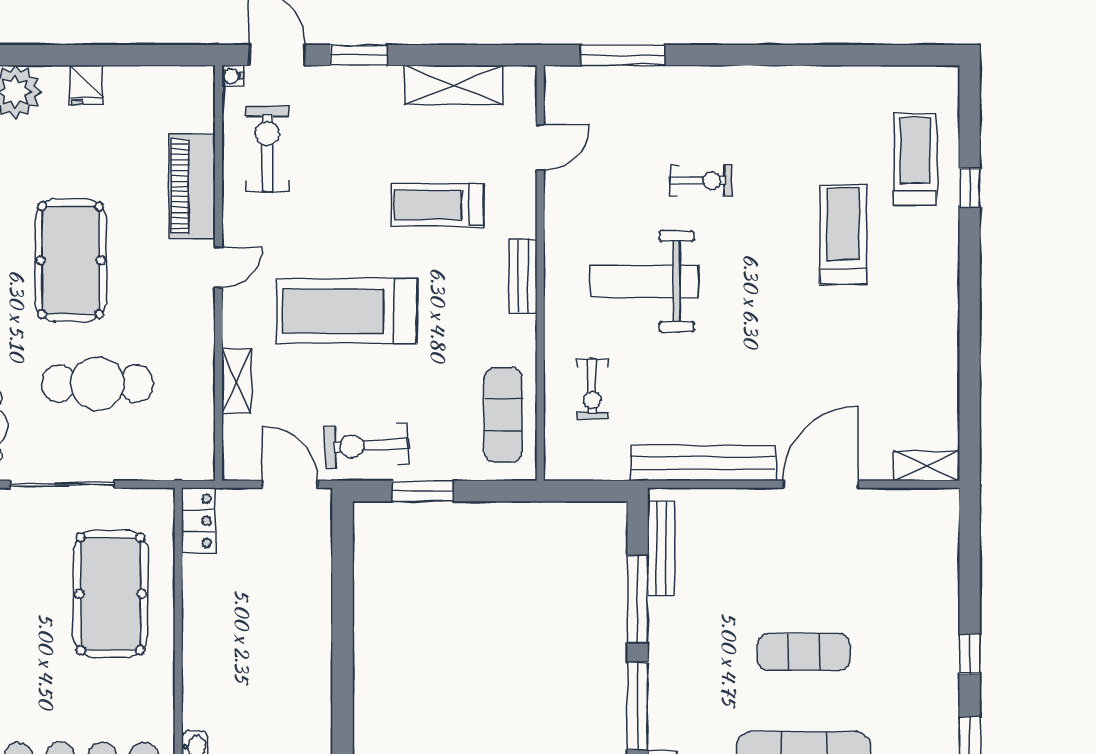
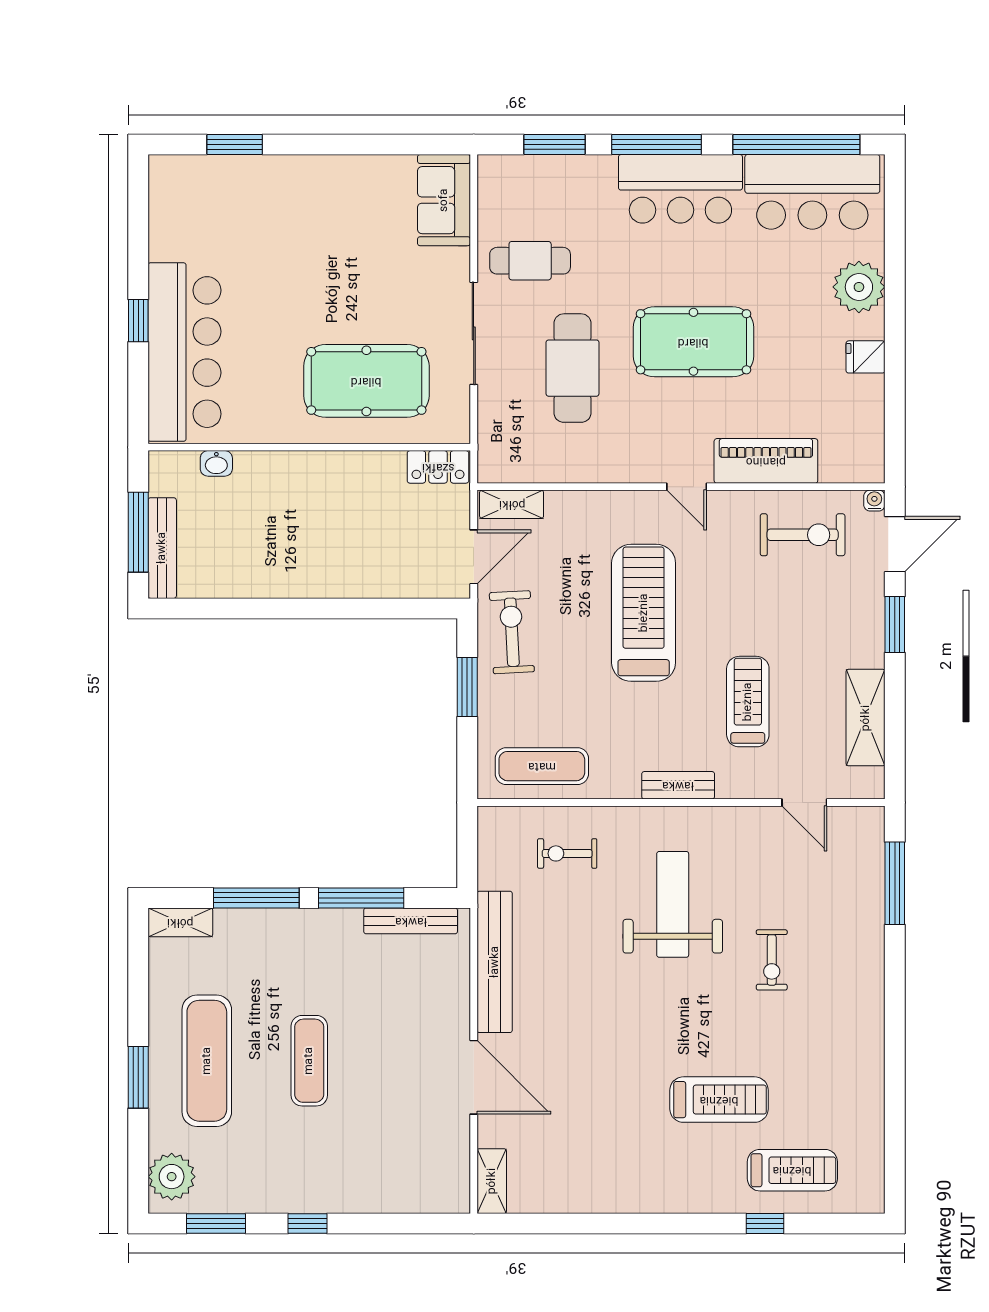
shelving: (236, 381) -> (512, 504), moved

